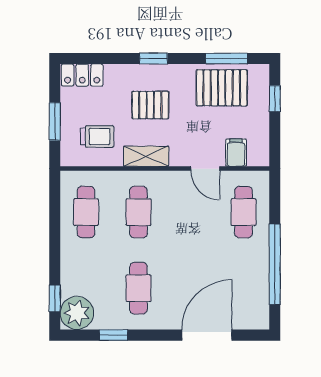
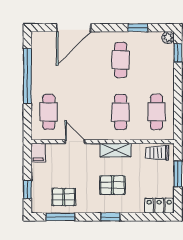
pallet: (222, 88) -> (64, 197), width x0.67, depth x0.71
trolley: (97, 136) -> (157, 153), moved
filing cabinet: (236, 153) -> (38, 153), moved
plant: (77, 313) -> (168, 38), width x0.53, depth x0.53

